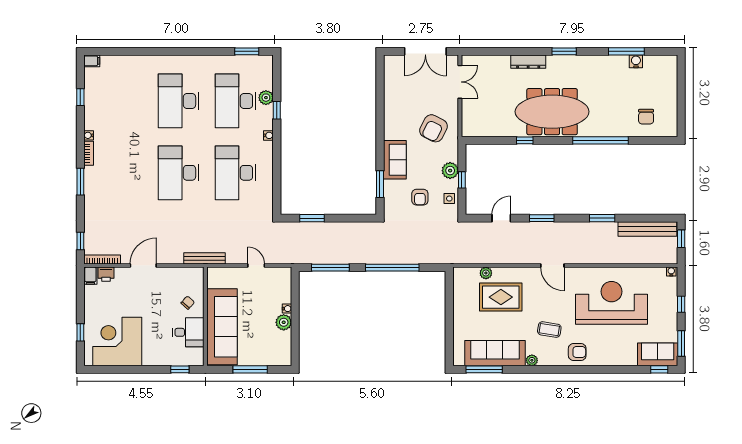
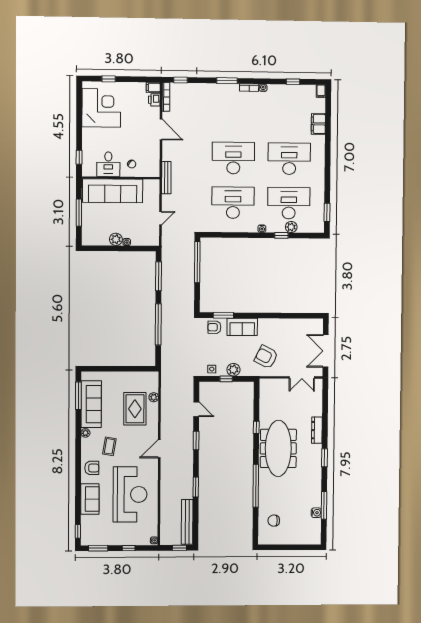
filing cabinet: (134, 64) -> (318, 124), added
armchair: (420, 197) -> (214, 327), moved
window: (312, 218) -> (197, 262), width x2.11
armchair: (577, 352) -> (92, 468), turned -90
sofa: (658, 354) -> (90, 499), moved

